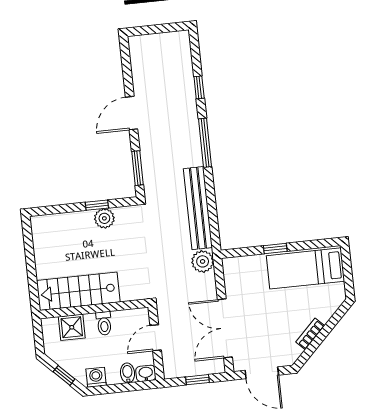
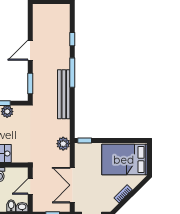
bench: (198, 208) -> (64, 94), moved
window: (275, 248) -> (85, 141), moved
bed: (305, 268) -> (124, 160), width x1.50

